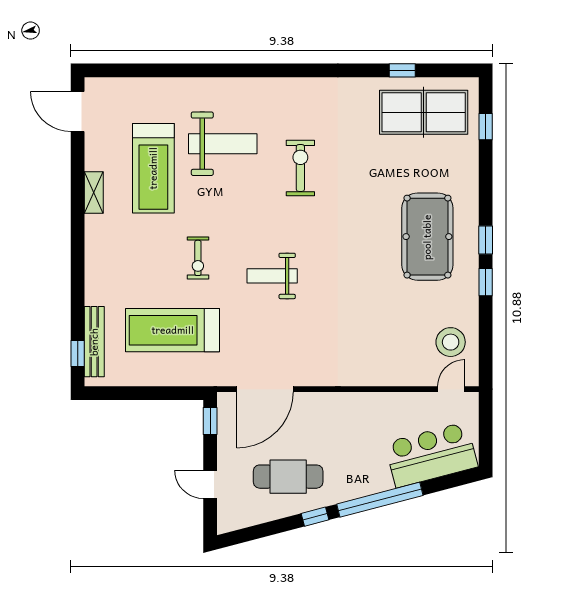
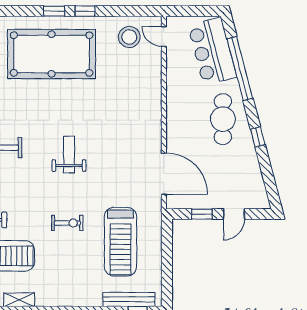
pool table: (427, 237) -> (52, 54), width x1.36, depth x1.32
weight bench: (272, 276) -> (69, 155), moved, turned 180
window: (210, 421) -> (202, 214), moved
cafe table: (288, 477) -> (223, 119), moved
window: (380, 500) -> (240, 69), moved

